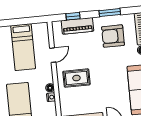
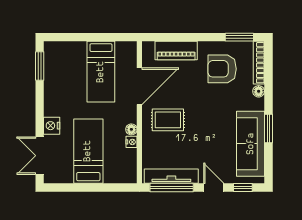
window: (110, 13) -> (239, 37), moved
window: (73, 16) -> (171, 37), removed
door: (53, 55) -> (139, 86), width x1.87

